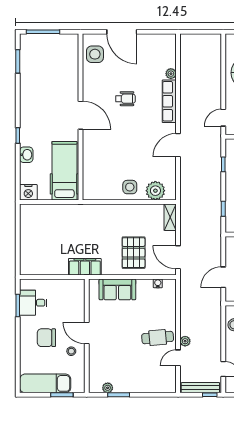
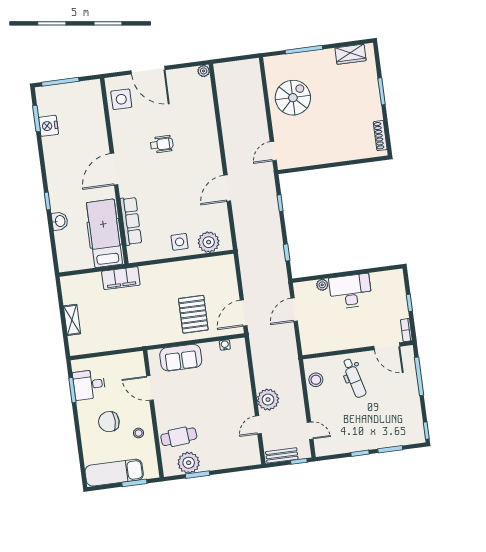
plant: (171, 74) -> (204, 71), moved
row of seats: (169, 101) -> (131, 221), moved, turned 180
door: (80, 115) -> (114, 169), swing flipped
nightstand: (28, 192) -> (48, 126), moved, turned 90
shelving: (170, 217) -> (72, 320), moved
door: (178, 257) -> (244, 313), hinge flipped
filing cabinet: (85, 267) -> (121, 278), moved, turned 180
door: (223, 277) -> (294, 310), moved
door: (87, 333) -> (150, 388), moved
cafe table: (158, 338) -> (179, 437), moved
plant: (185, 341) -> (268, 400), width x1.87, depth x1.87
plant: (108, 388) -> (189, 463), width x1.87, depth x1.87
bench: (200, 388) -> (282, 455), width x0.73

